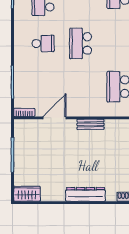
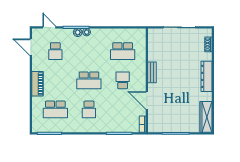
school desk: (43, 43) -> (89, 109), turned 180
school desk: (81, 87) -> (123, 80), added
wardrobe: (27, 194) -> (206, 117), width x1.50

